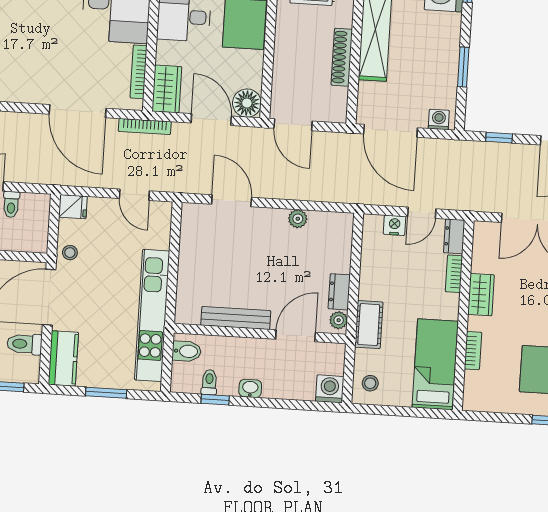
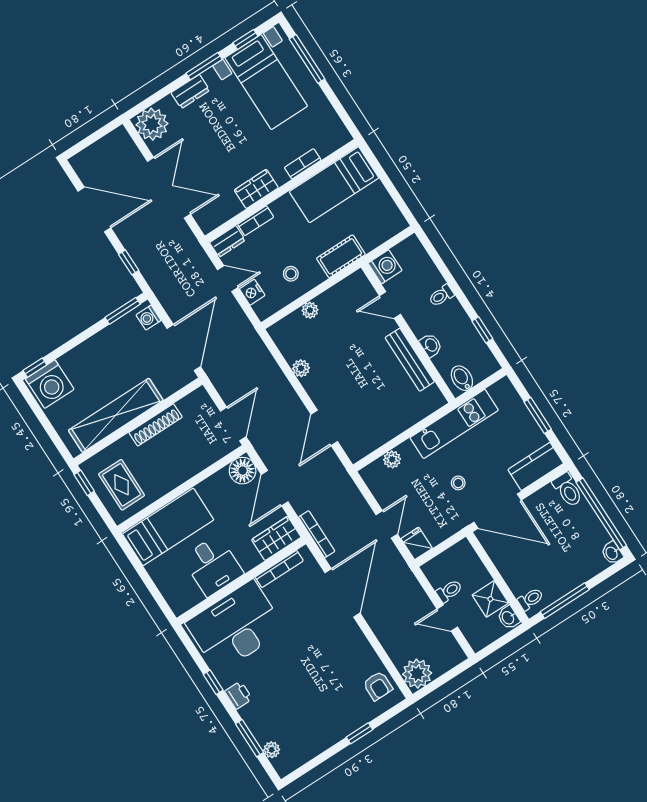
window: (463, 67) -> (123, 311), moved
door: (134, 195) -> (387, 524), moved
plant: (161, 239) -> (392, 459), added
stool: (70, 253) -> (458, 483), moved
dresser: (339, 292) -> (333, 297), removed
kitchen unit: (152, 315) -> (454, 424), width x0.73
plant: (339, 320) -> (310, 310), moved
door: (296, 336) -> (390, 305), width x0.73
toilet: (25, 344) -> (568, 490), moved
toilet: (209, 382) -> (441, 296), moved
stool: (370, 383) -> (291, 274), moved
washbasin: (250, 388) -> (431, 345), moved, turned 180
washing machine: (330, 389) -> (385, 267), moved, turned 180

